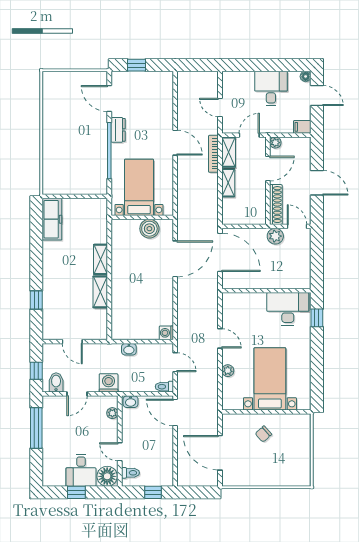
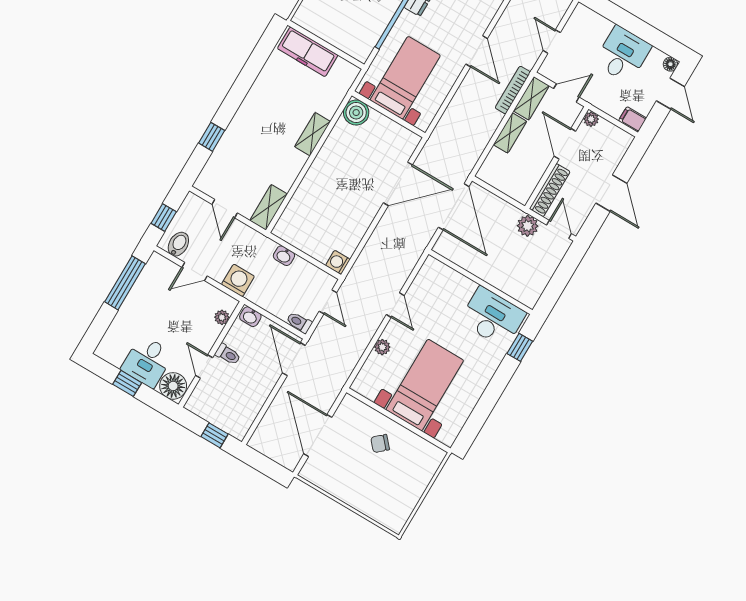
door: (268, 169) -> (565, 144), swing flipped
freezer: (52, 219) -> (308, 52), moved, turned 90
boiler: (149, 229) -> (356, 113), moved
shelving: (100, 292) -> (269, 207), moved
toilet: (130, 473) -> (228, 354), moved

